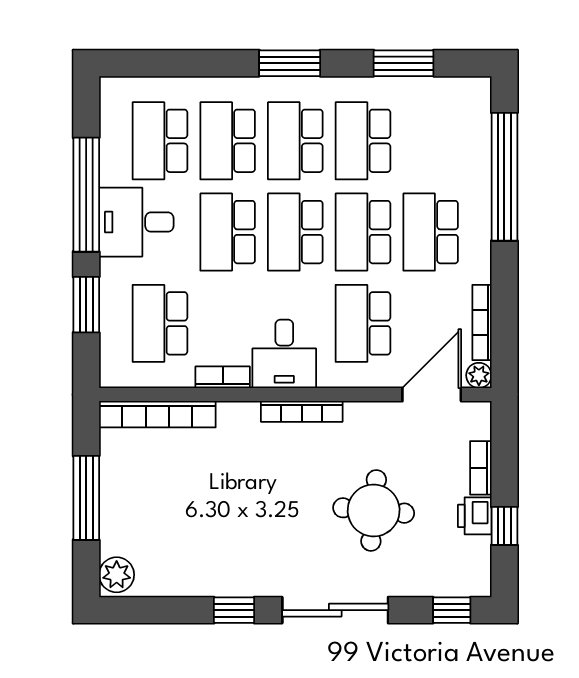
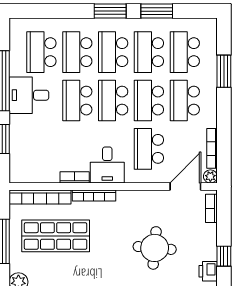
window: (404, 63) -> (157, 11), moved
window: (504, 177) -> (224, 71), width x0.47
school desk: (160, 323) -> (185, 52), moved
bookcase: (302, 411) -> (94, 196), moved
bookcase: (481, 468) -> (211, 208), moved
shop shelf: (187, 488) -> (56, 236), added
printer: (475, 516) -> (208, 271), moved

